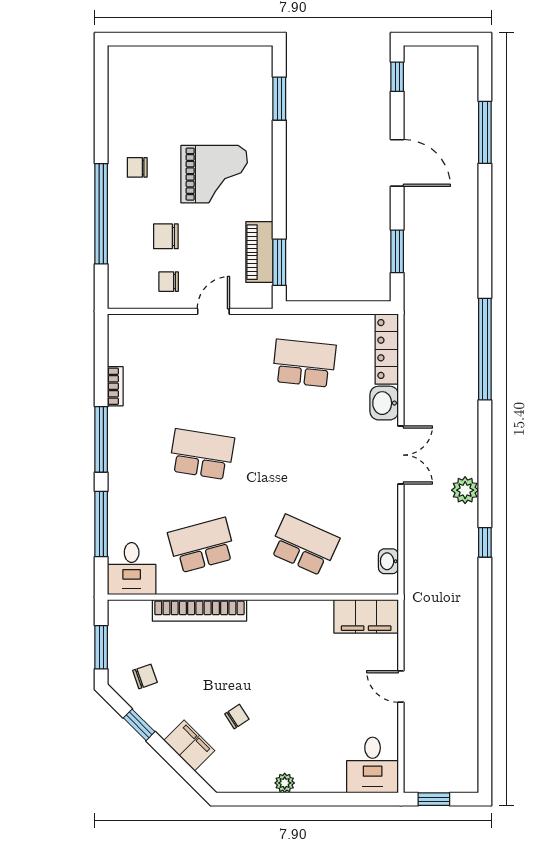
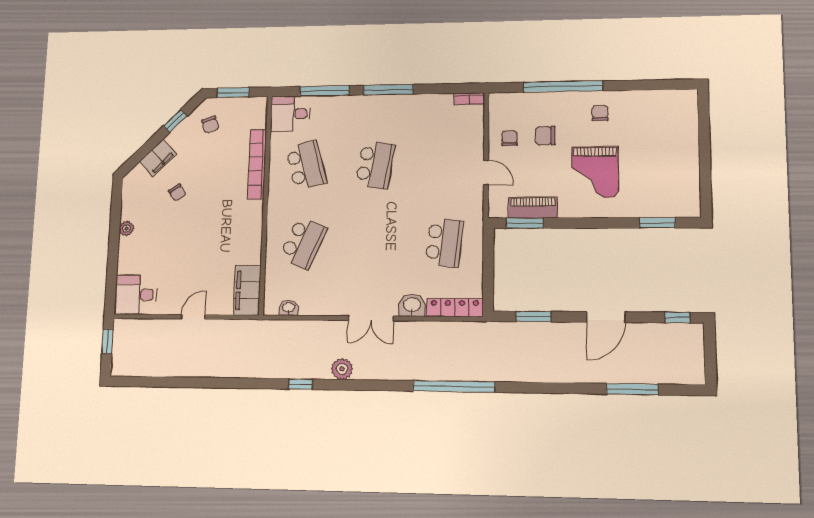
chair: (166, 236) -> (545, 136), turned -90
bookcase: (115, 386) -> (469, 99), moved

